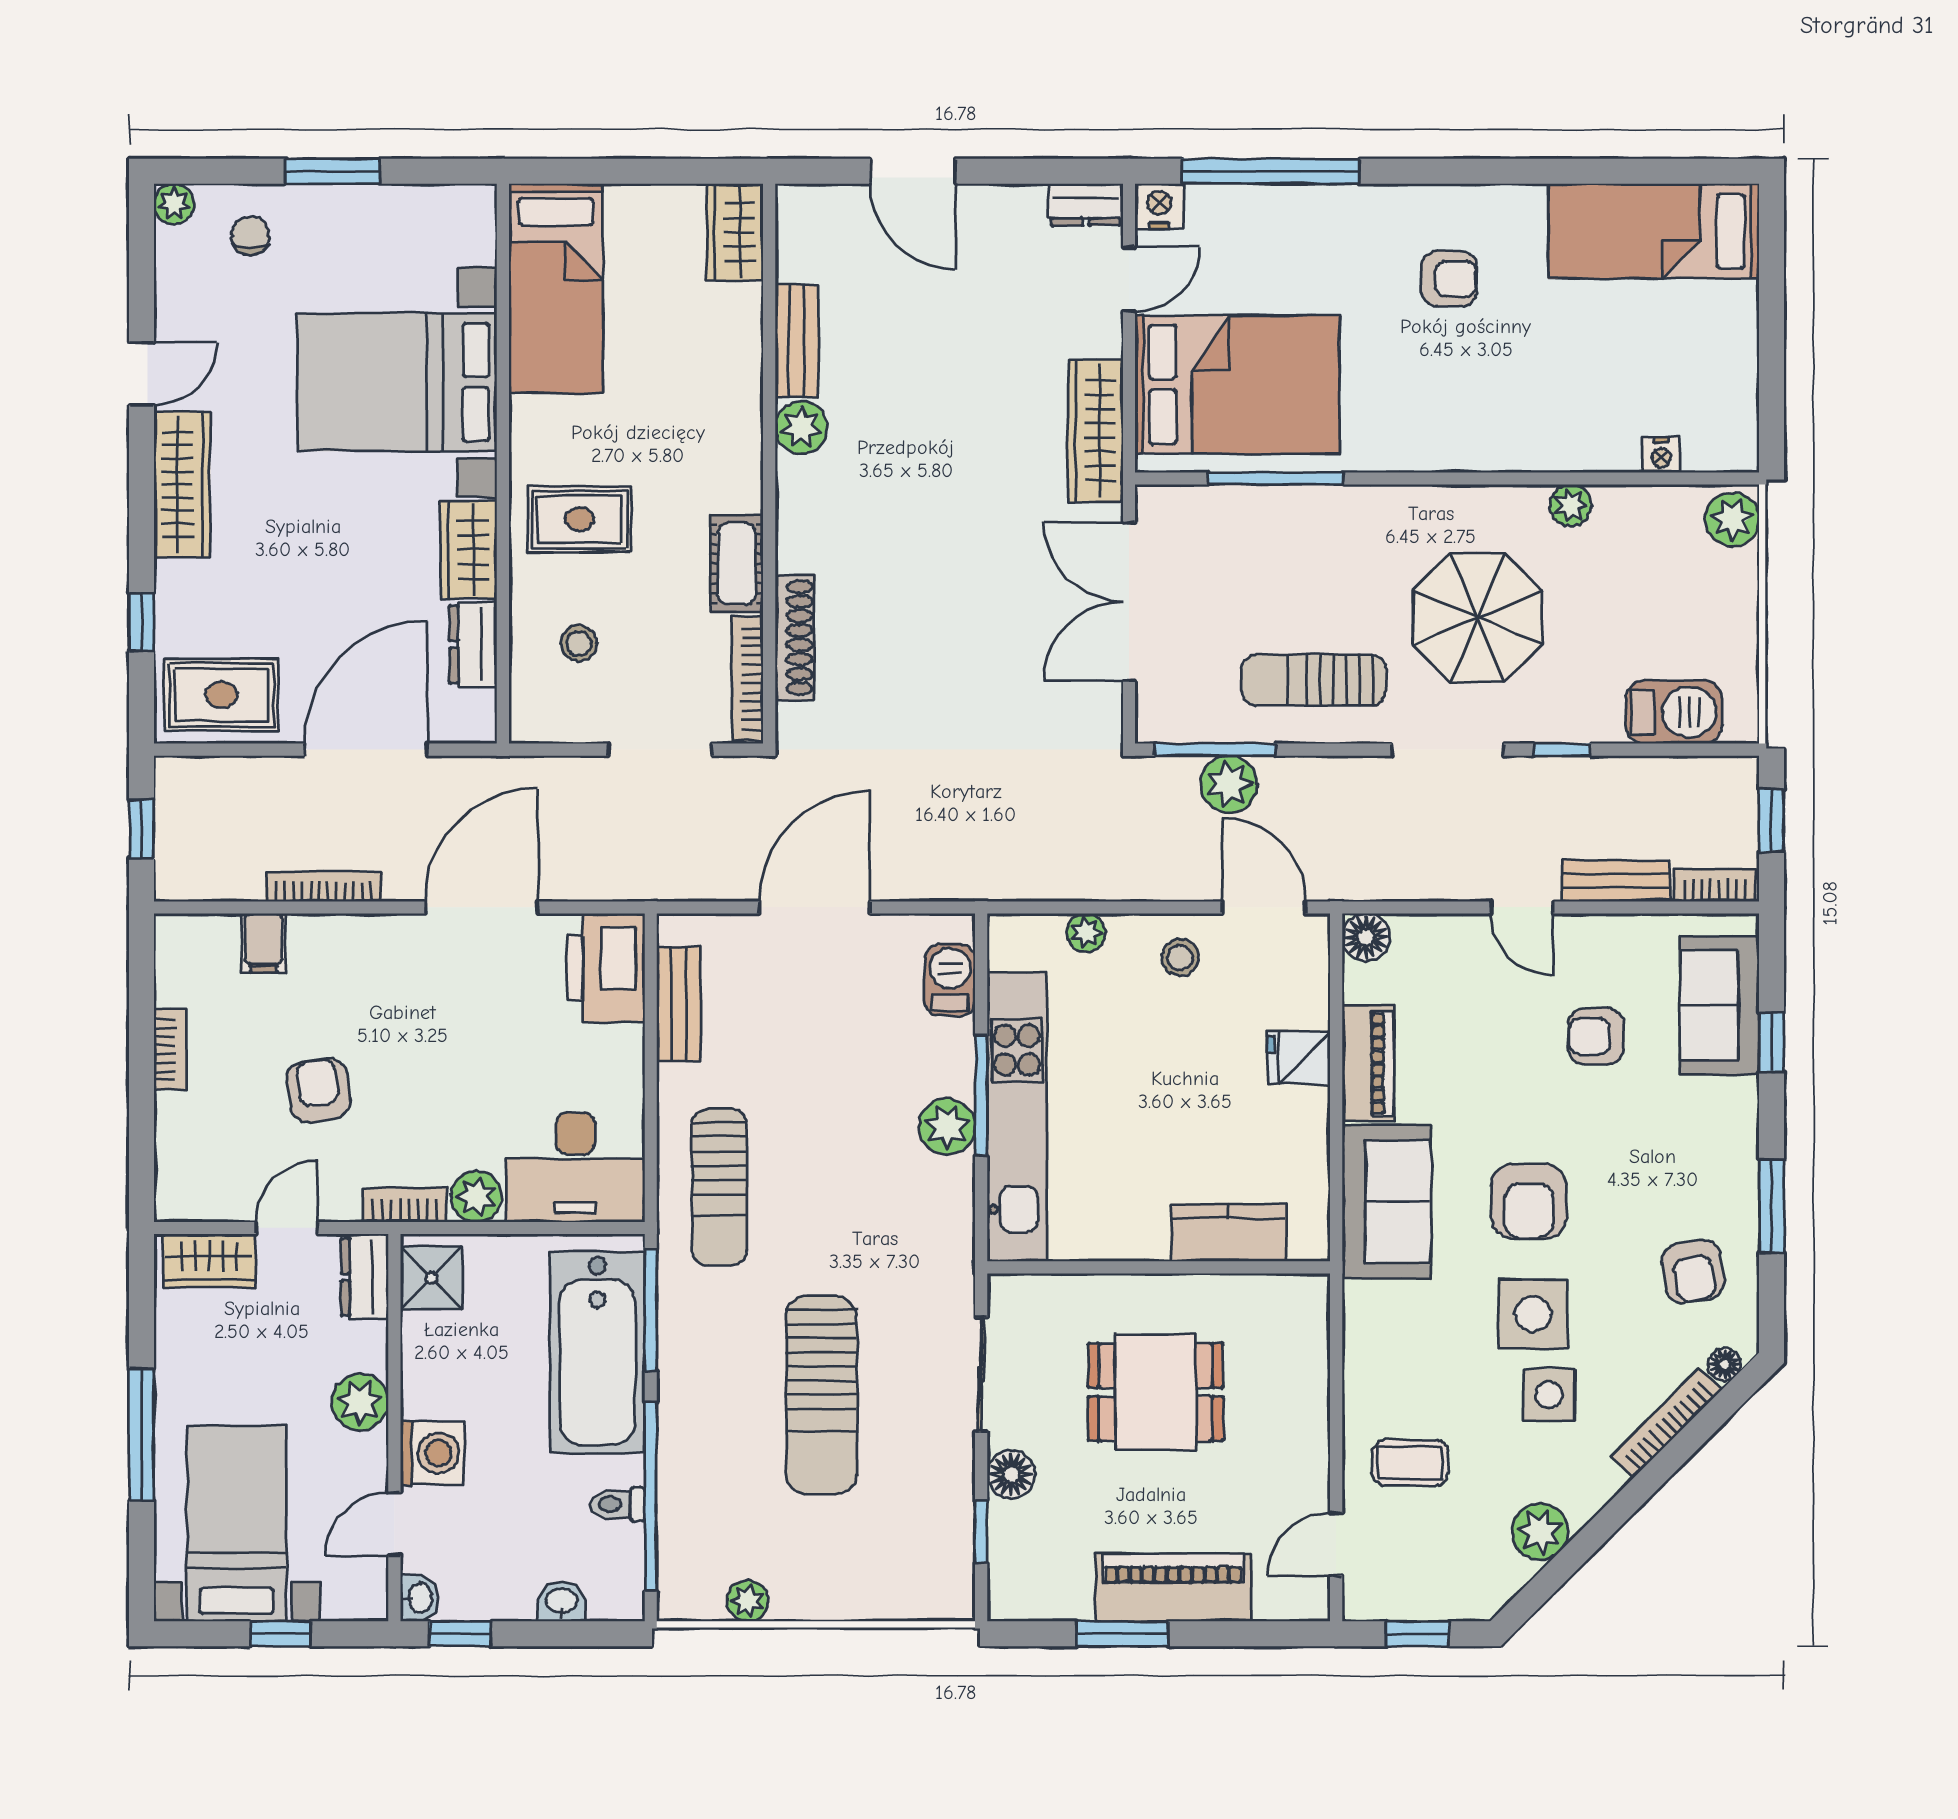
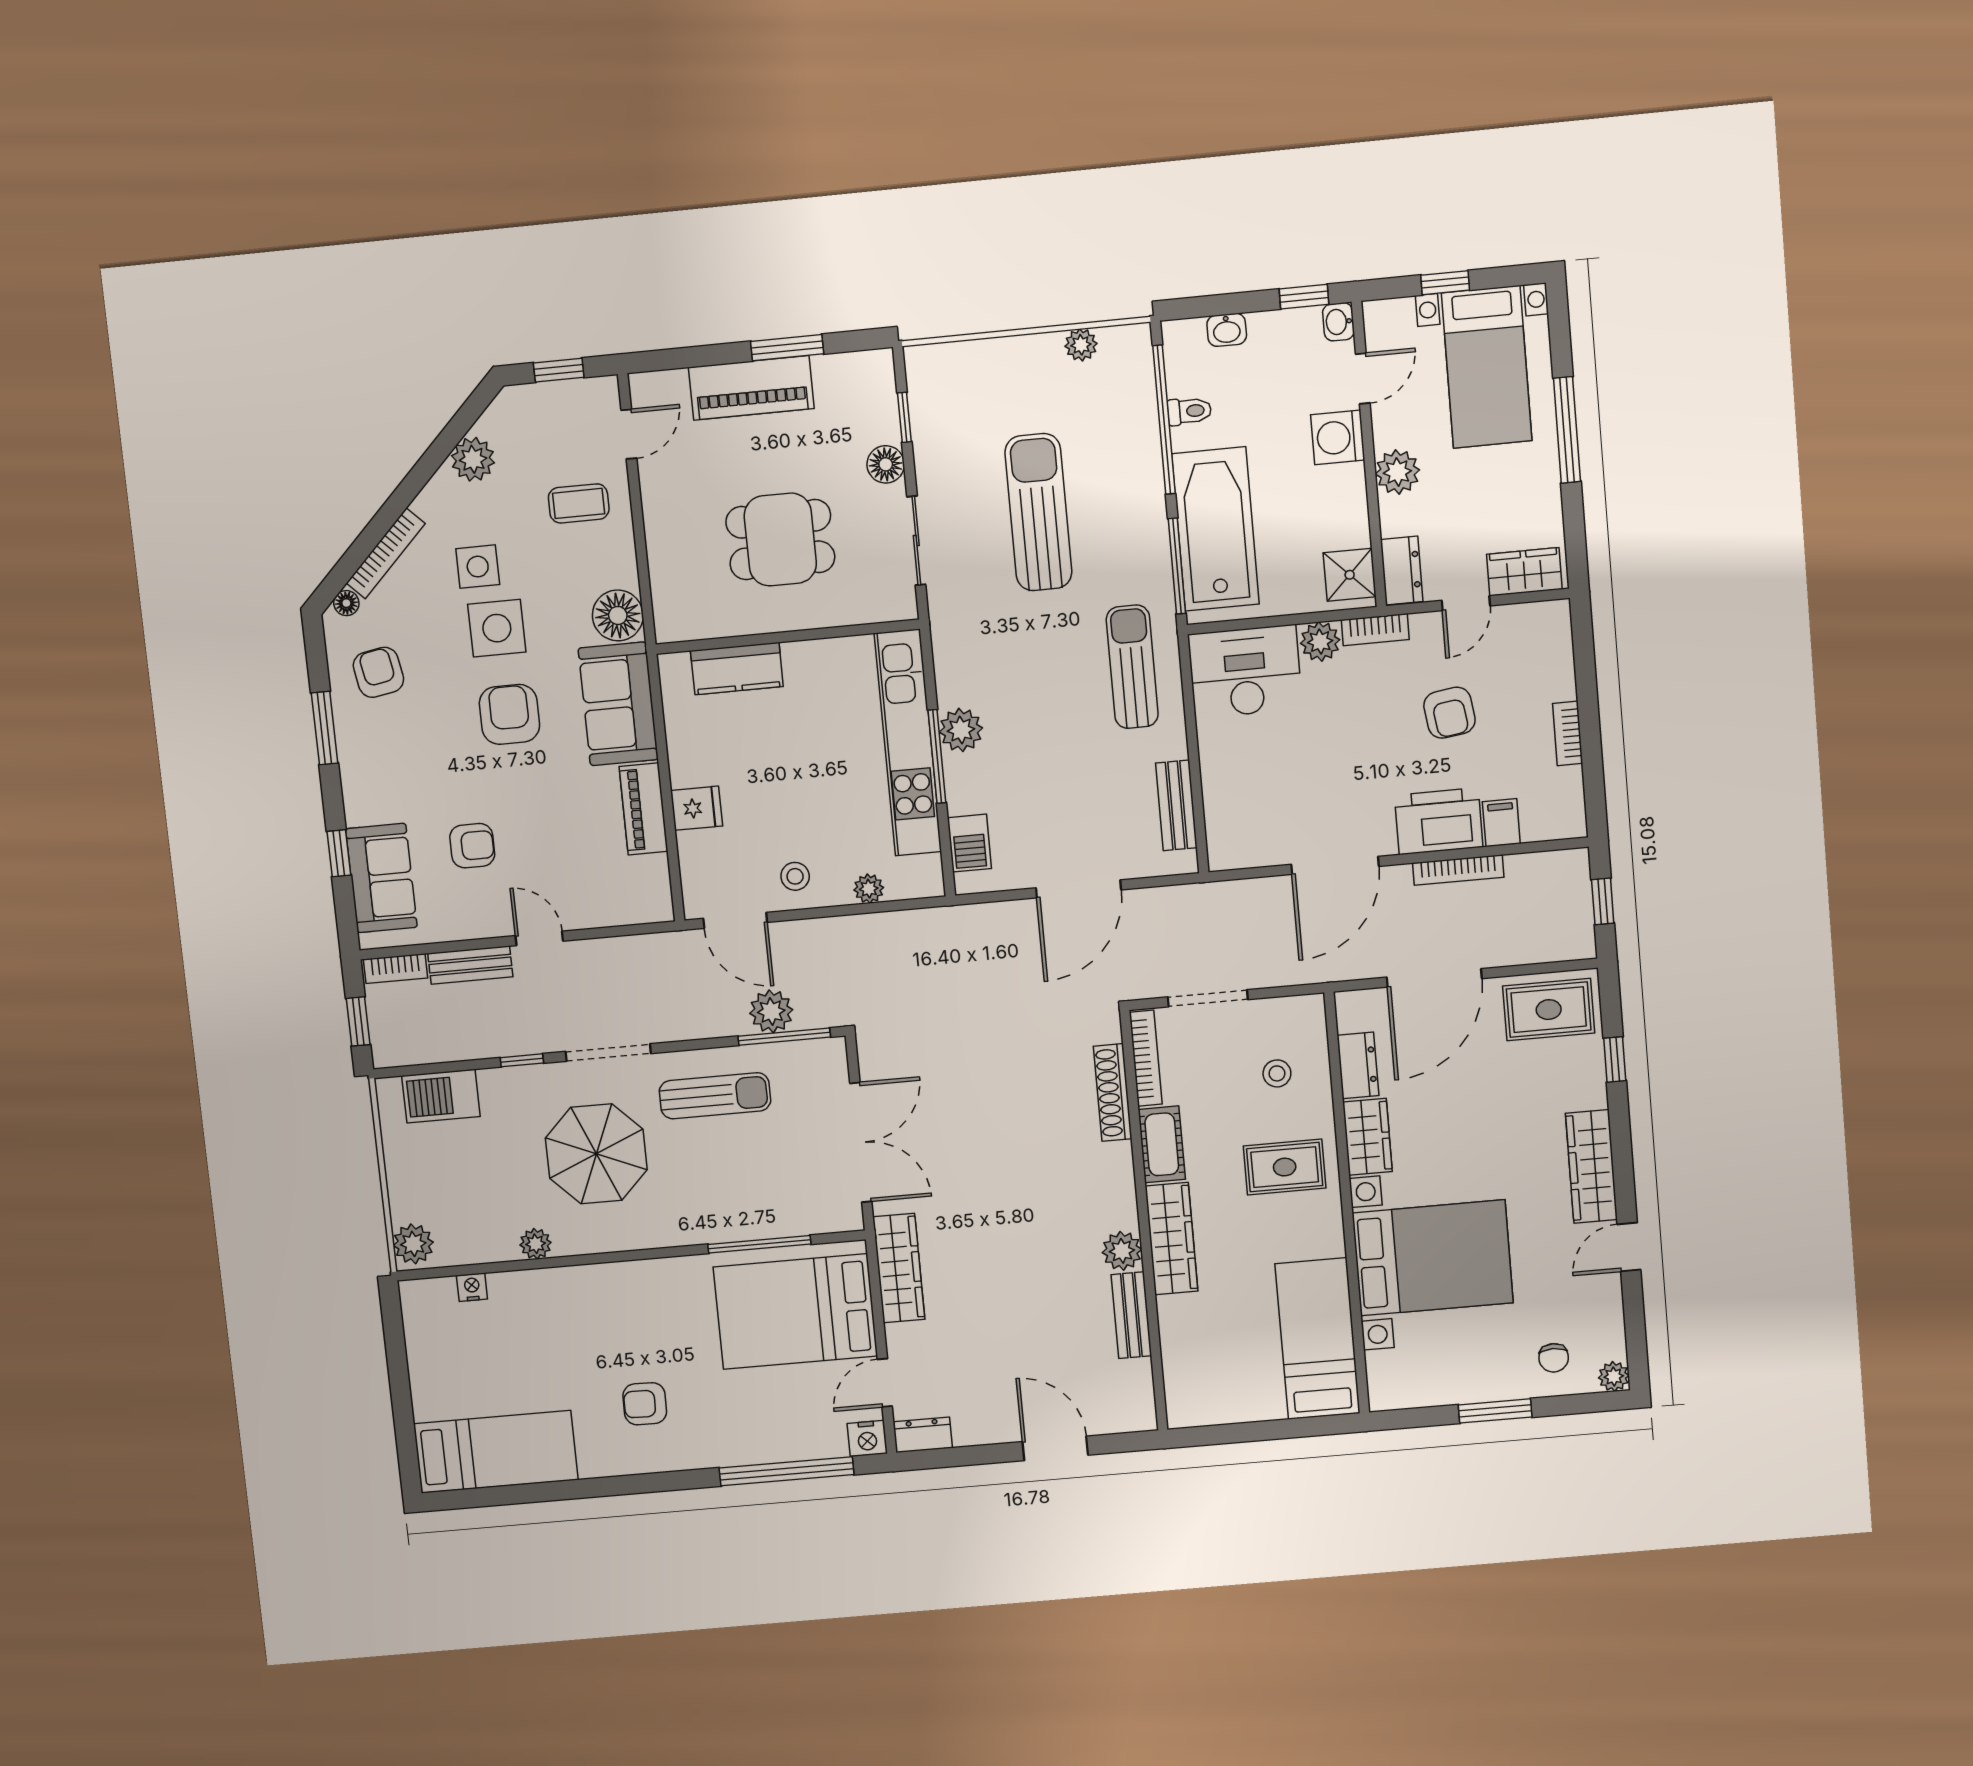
wardrobe: (735, 232) -> (1171, 1239), moved, width x1.50
floor lamp: (1366, 937) -> (618, 615), moved, width x1.38, depth x1.38
printer: (606, 968) -> (1439, 821), moved, turned -90

